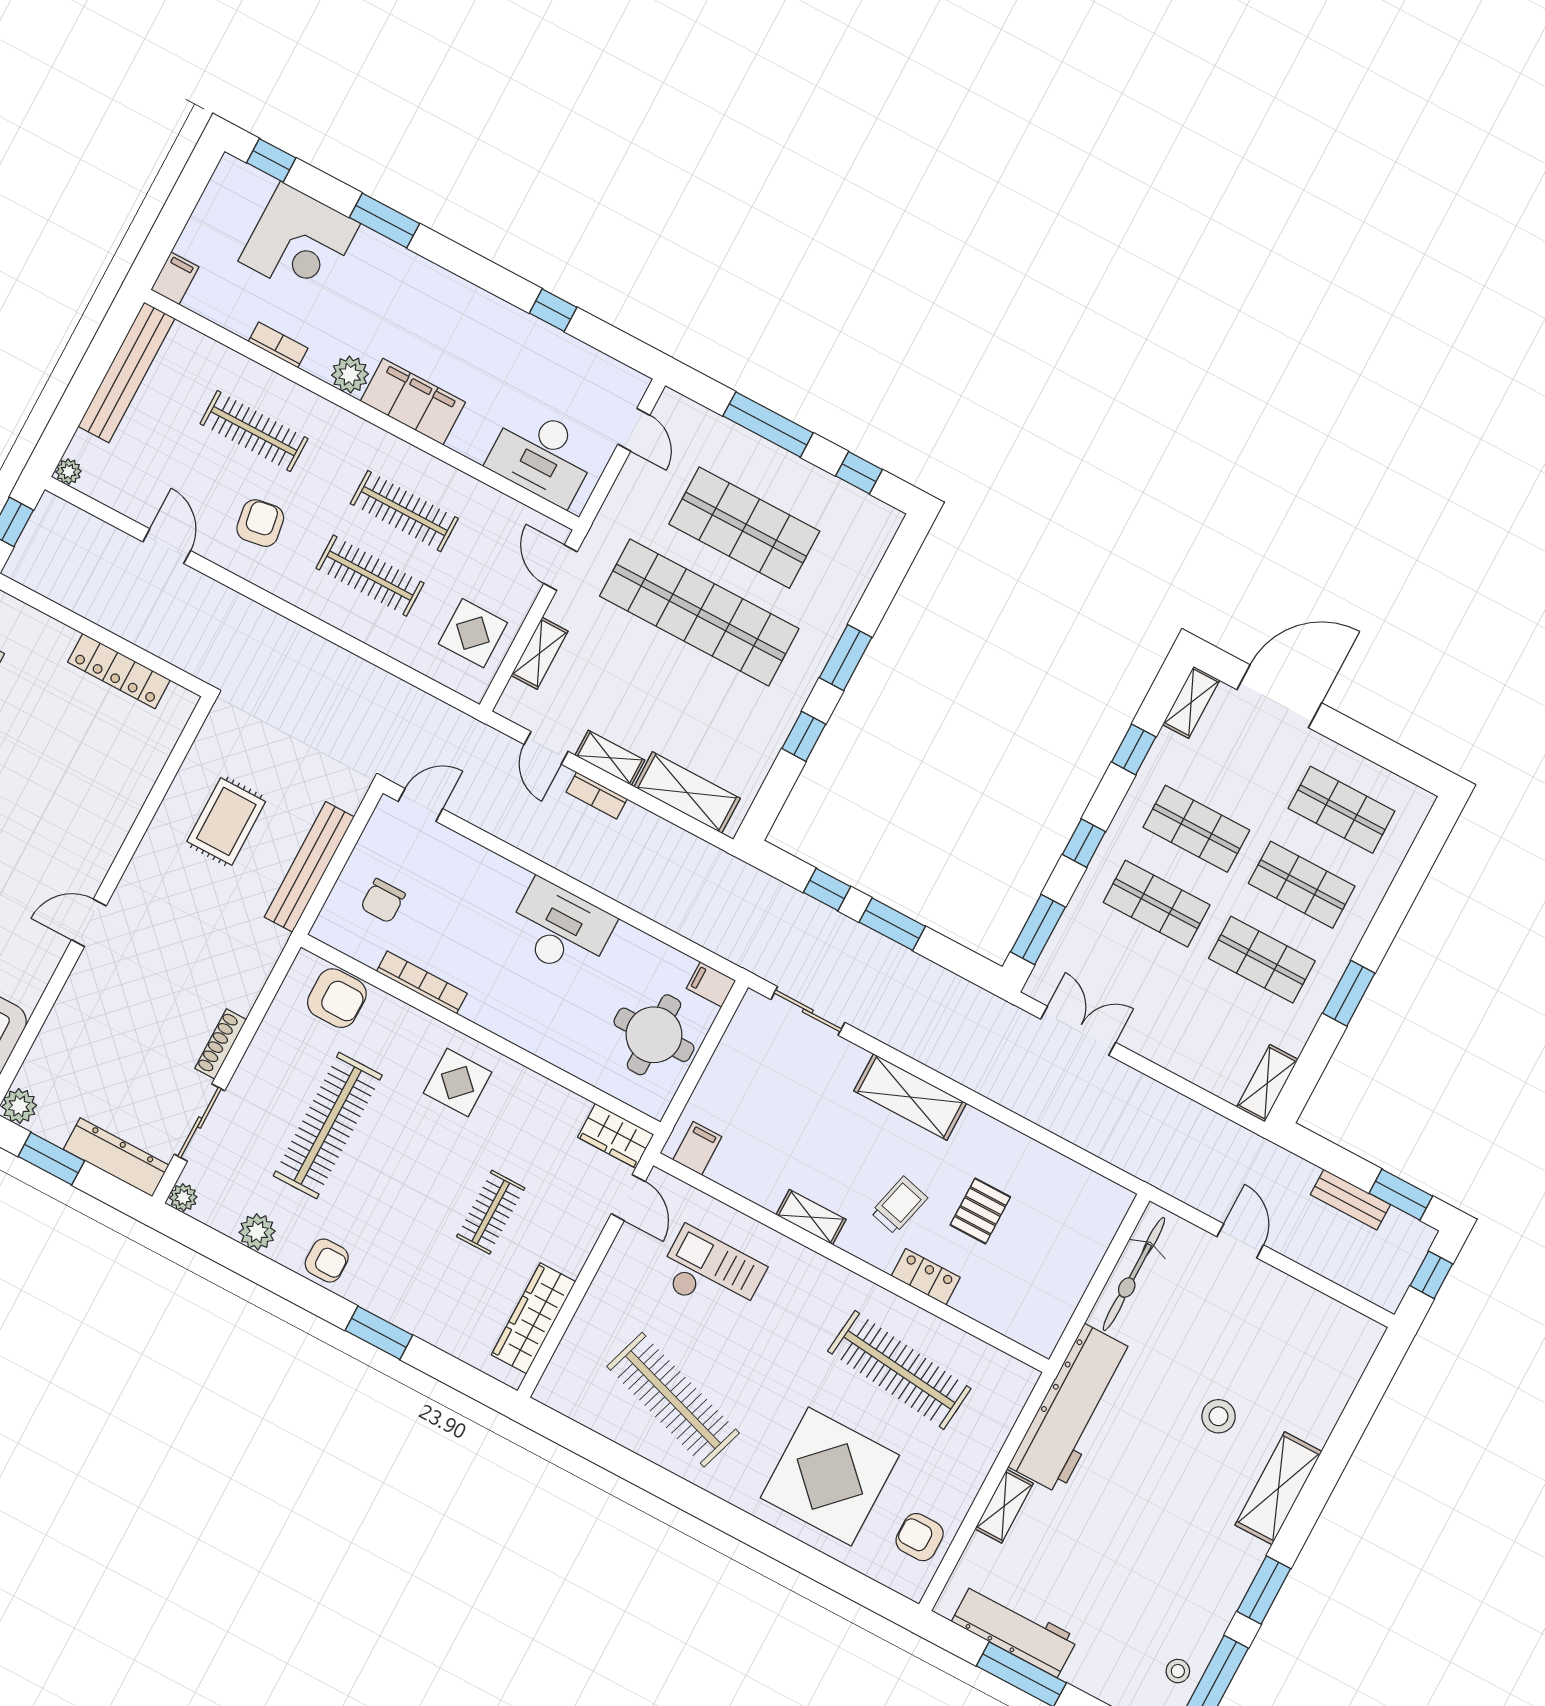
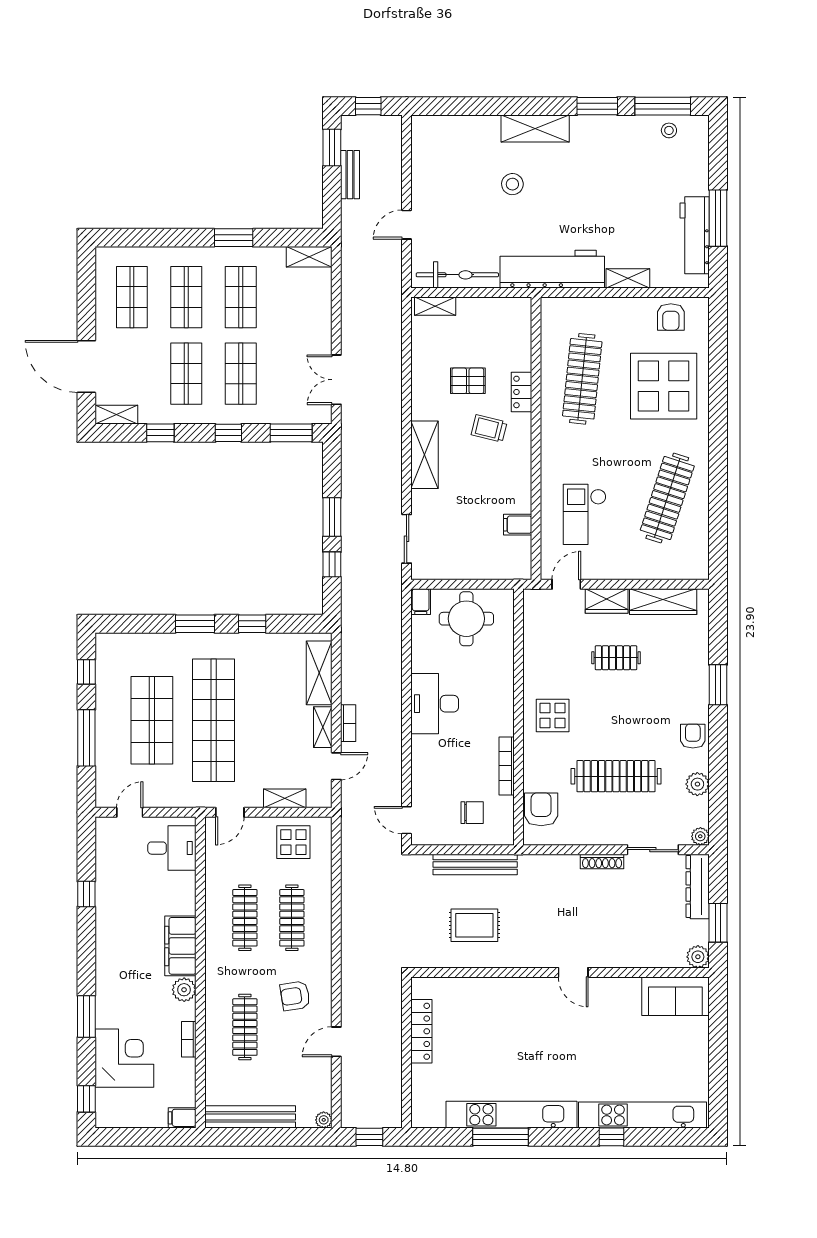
desk: (542, 456) -> (172, 848), width x0.73
wardrobe: (616, 1136) -> (607, 601), moved, turned 90
filing cabinet: (697, 1148) -> (518, 525), moved
shelving: (811, 1217) -> (435, 306), moved, turned 90

